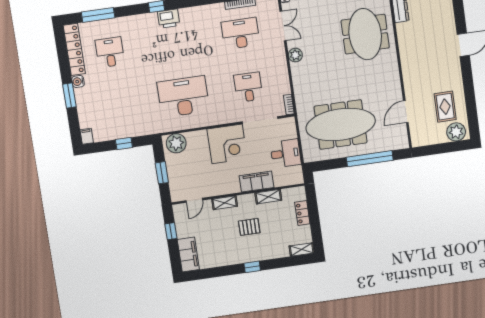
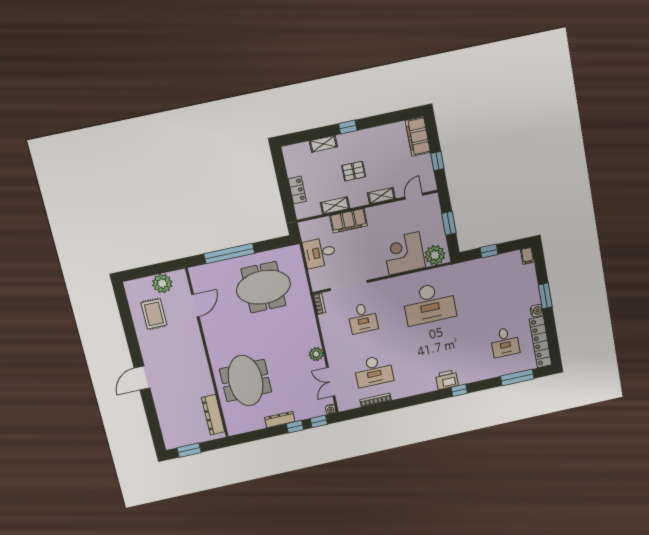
meeting table: (341, 125) -> (263, 287), width x0.73
plant: (456, 132) -> (162, 283), moved
corner desk: (227, 144) -> (404, 253), moved
shelving: (302, 250) -> (323, 144), moved

